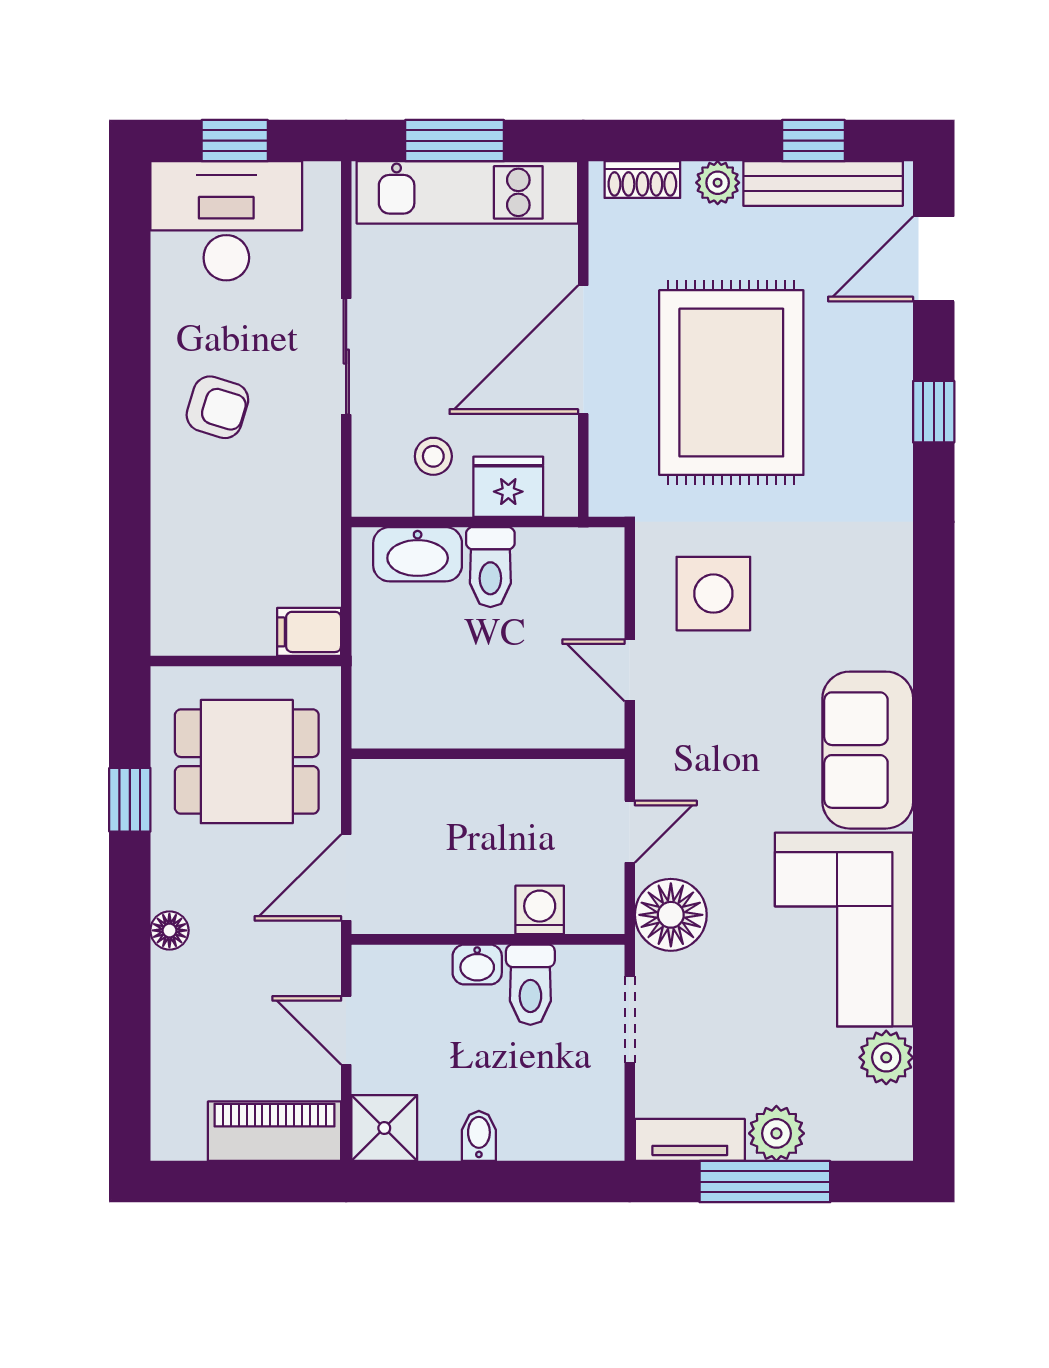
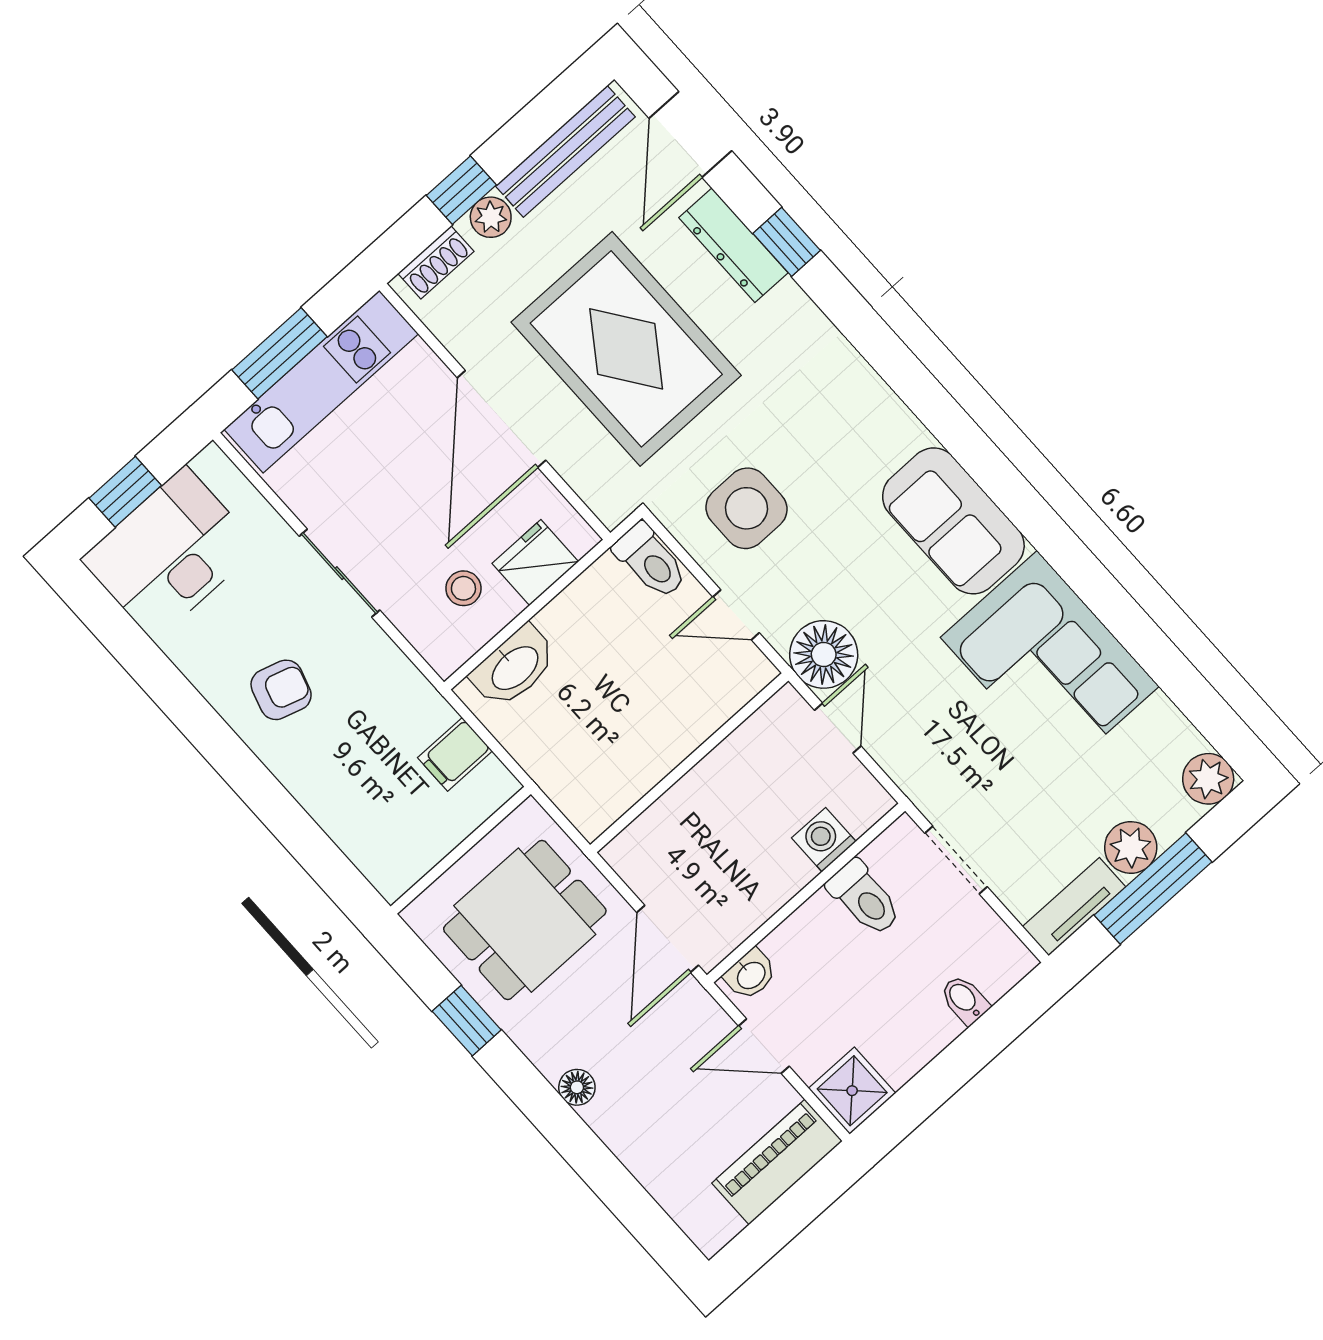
window: (813, 141) -> (461, 190), moved
dresser: (889, 377) -> (733, 245), added
toilet: (490, 567) -> (650, 561), moved
filing cabinet: (309, 632) -> (455, 754), moved
floor lamp: (671, 915) -> (824, 654), moved
washbasin: (477, 964) -> (750, 975), moved
plant: (886, 1057) -> (1208, 779), moved
bidet: (479, 1136) -> (965, 1000), moved

